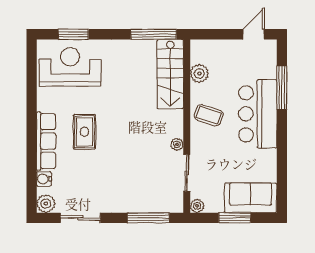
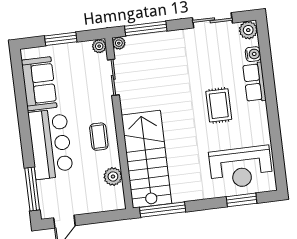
stairs: (170, 74) -> (146, 159), width x1.36, depth x1.51
window: (282, 88) -> (32, 189), moved
coffee table: (209, 115) -> (99, 137), turned 72
row of seats: (46, 141) -> (254, 82), width x0.68
plant: (177, 144) -> (119, 43), moved
sofa: (251, 198) -> (39, 84), moved, turned -90

